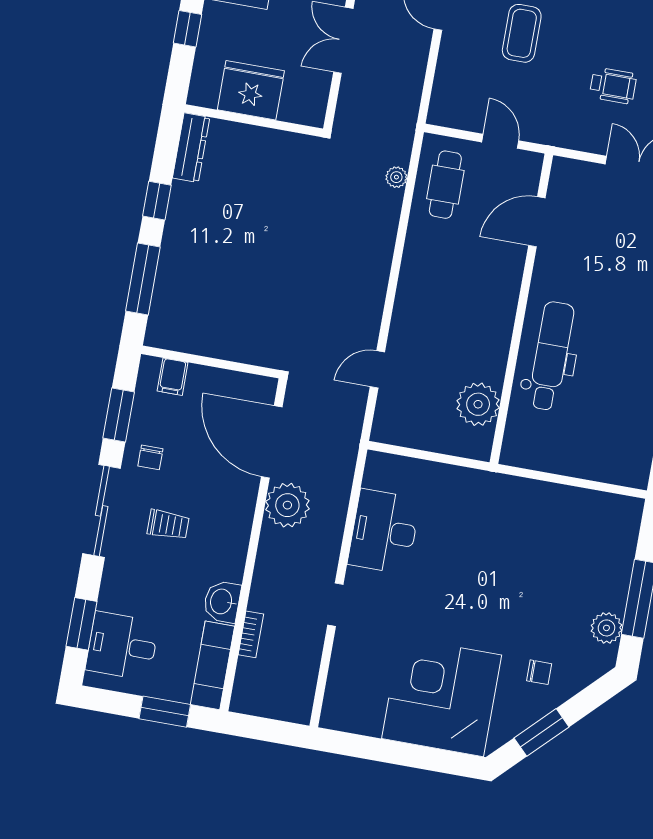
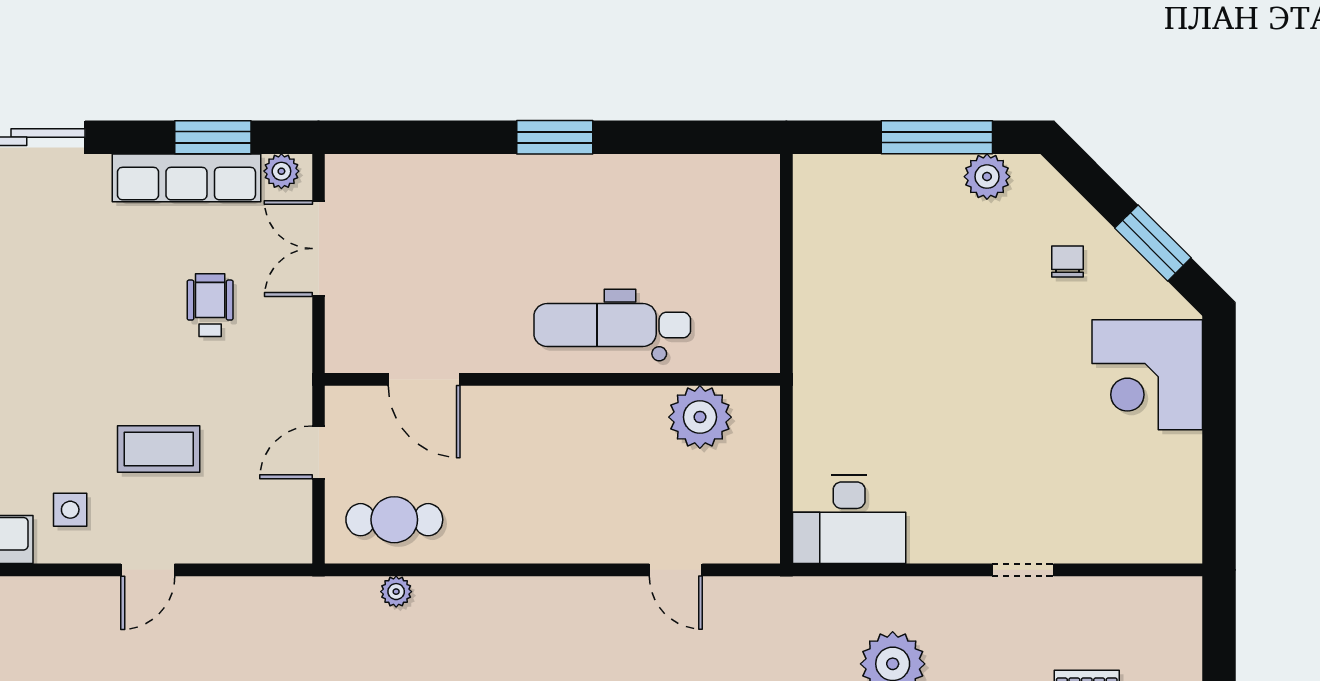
desk: (384, 532) -> (849, 519), moved
corner desk: (442, 697) -> (1147, 375), width x0.74, depth x0.74

